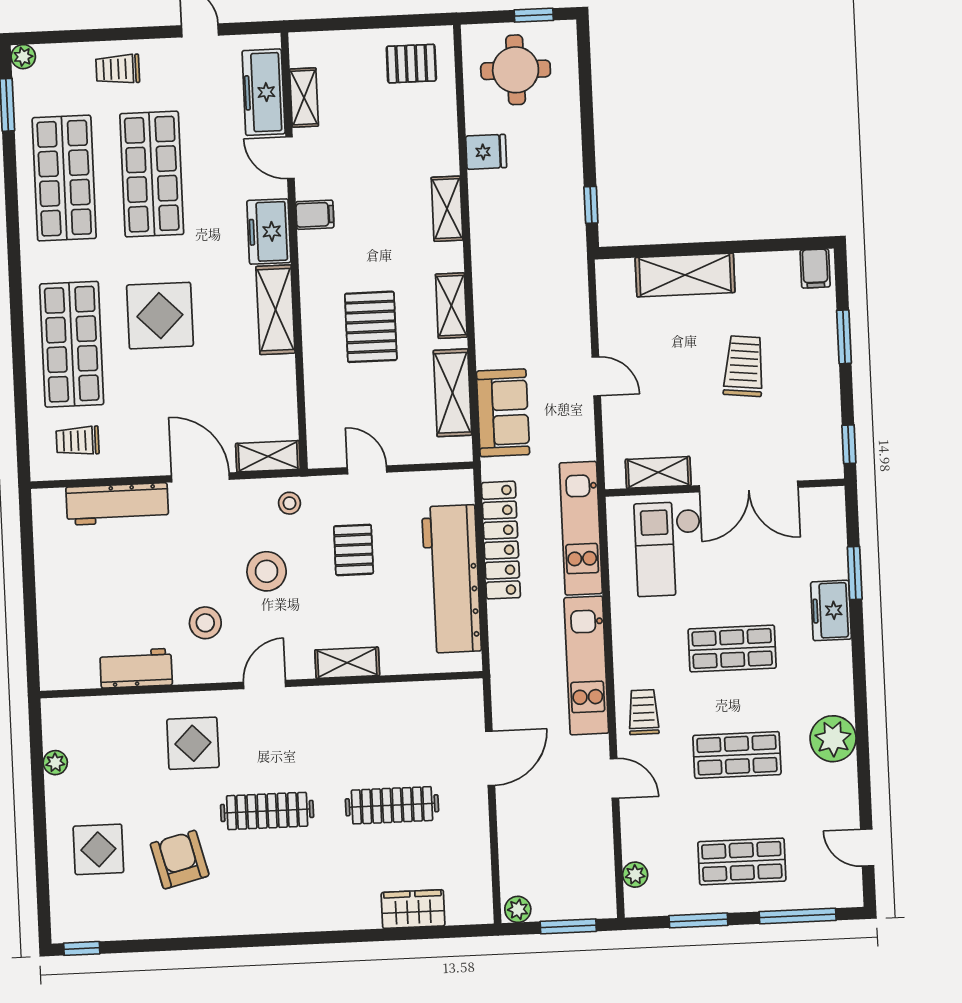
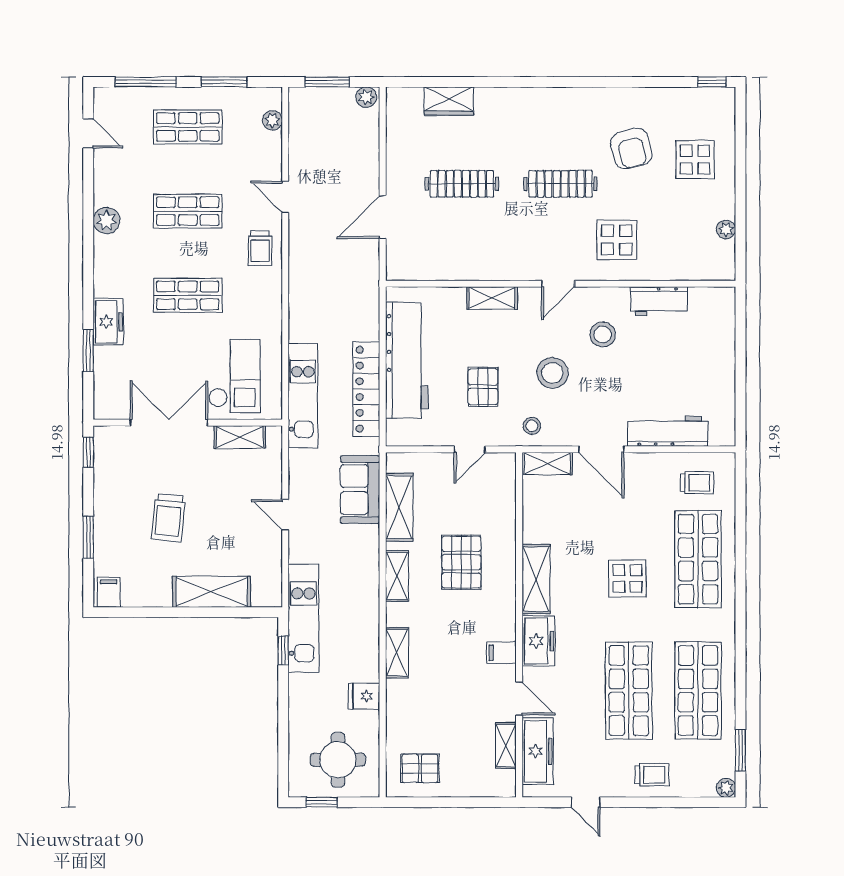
display table: (160, 316) -> (627, 579), width x0.73, depth x0.73
door: (367, 470) -> (469, 449), hinge flipped
kitchen unit: (586, 665) -> (303, 618), moved
plant: (833, 739) -> (106, 220), width x0.73, depth x0.73

